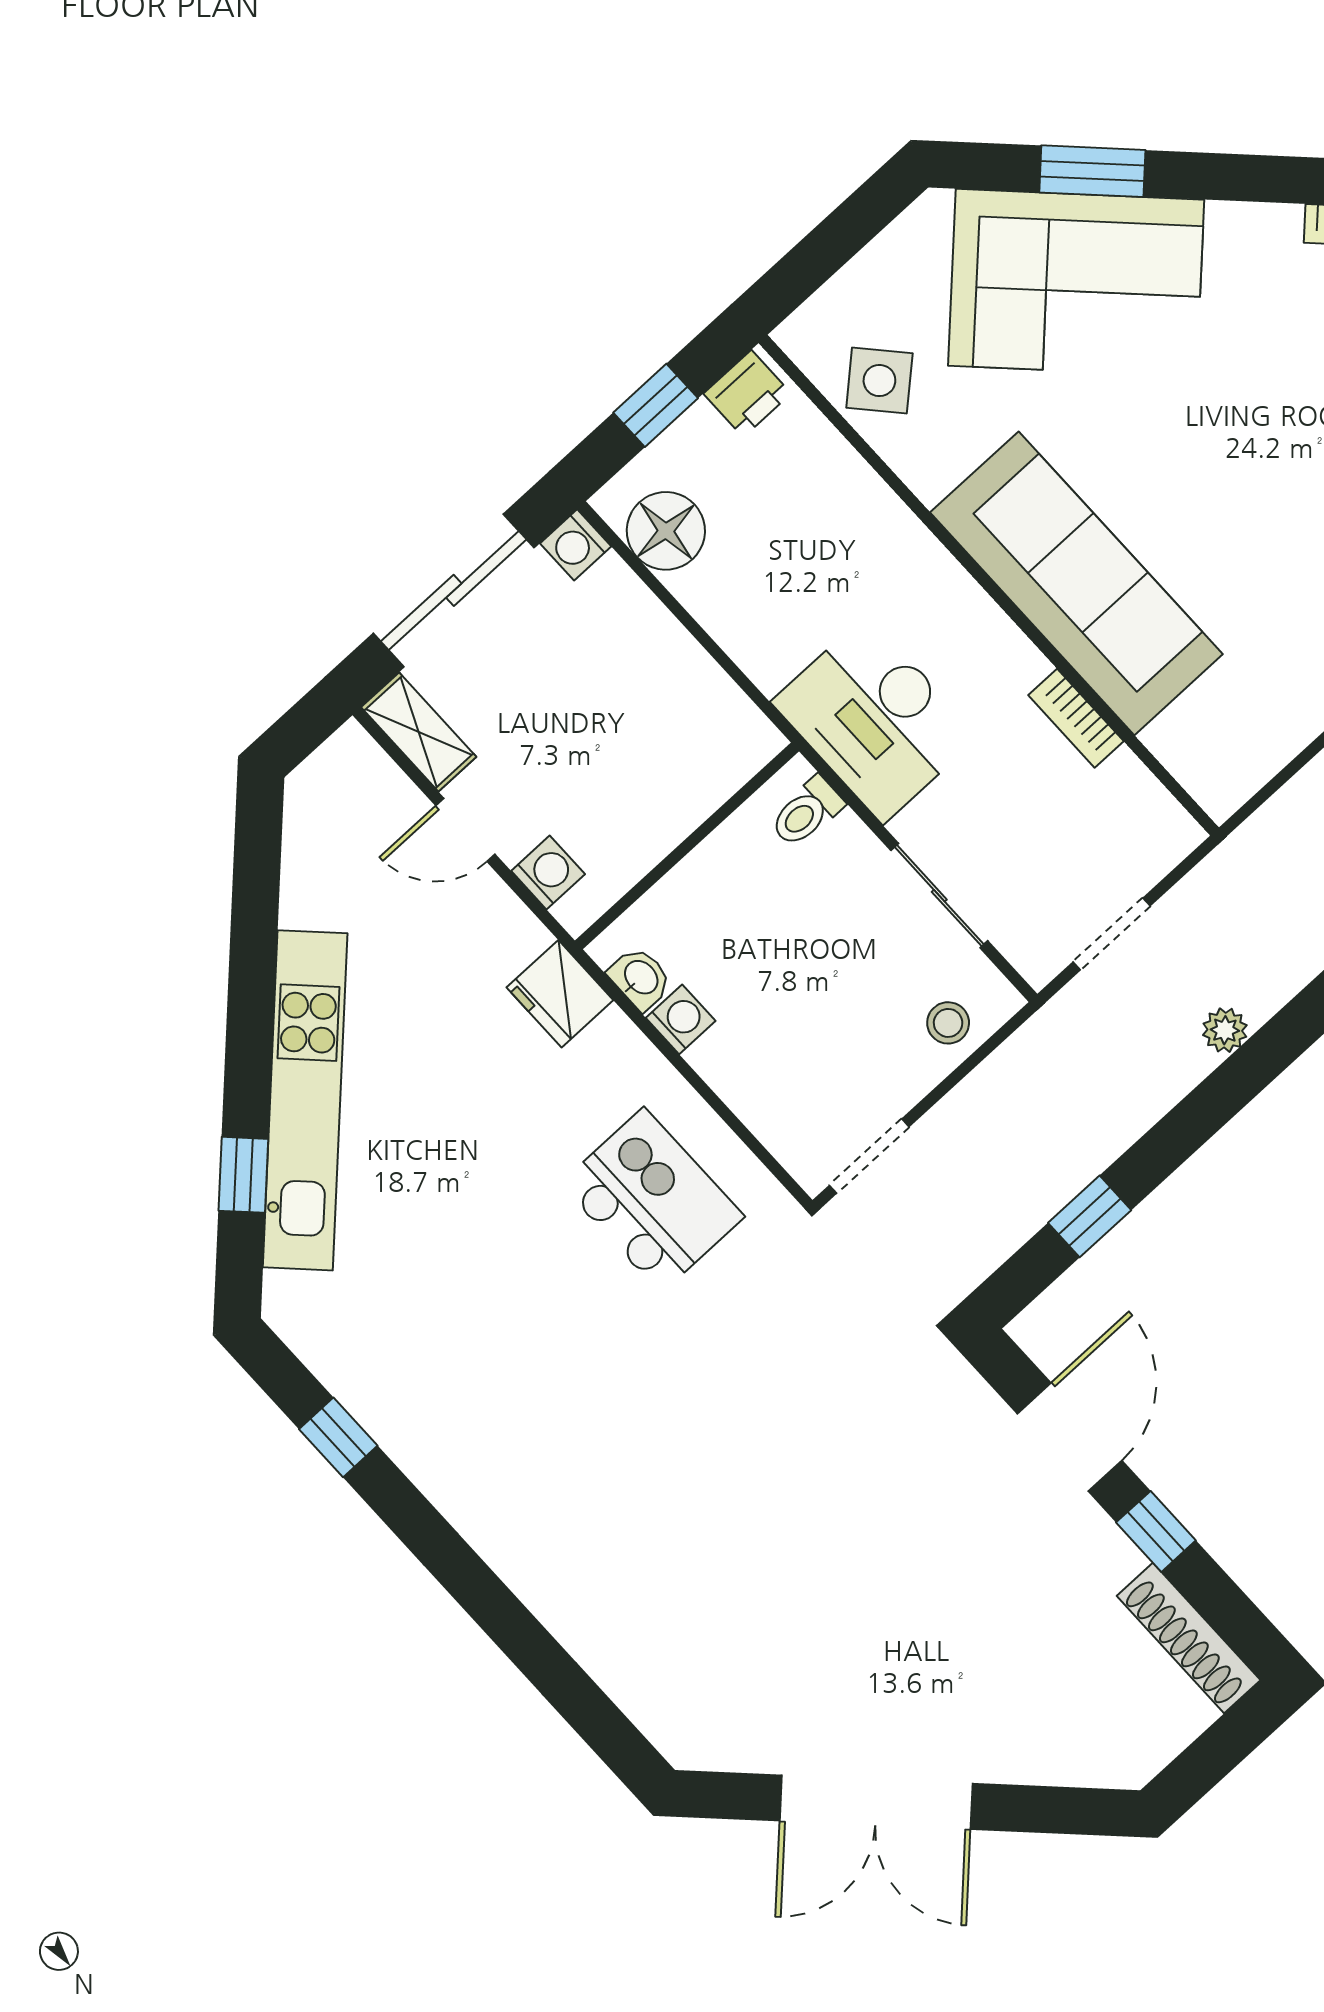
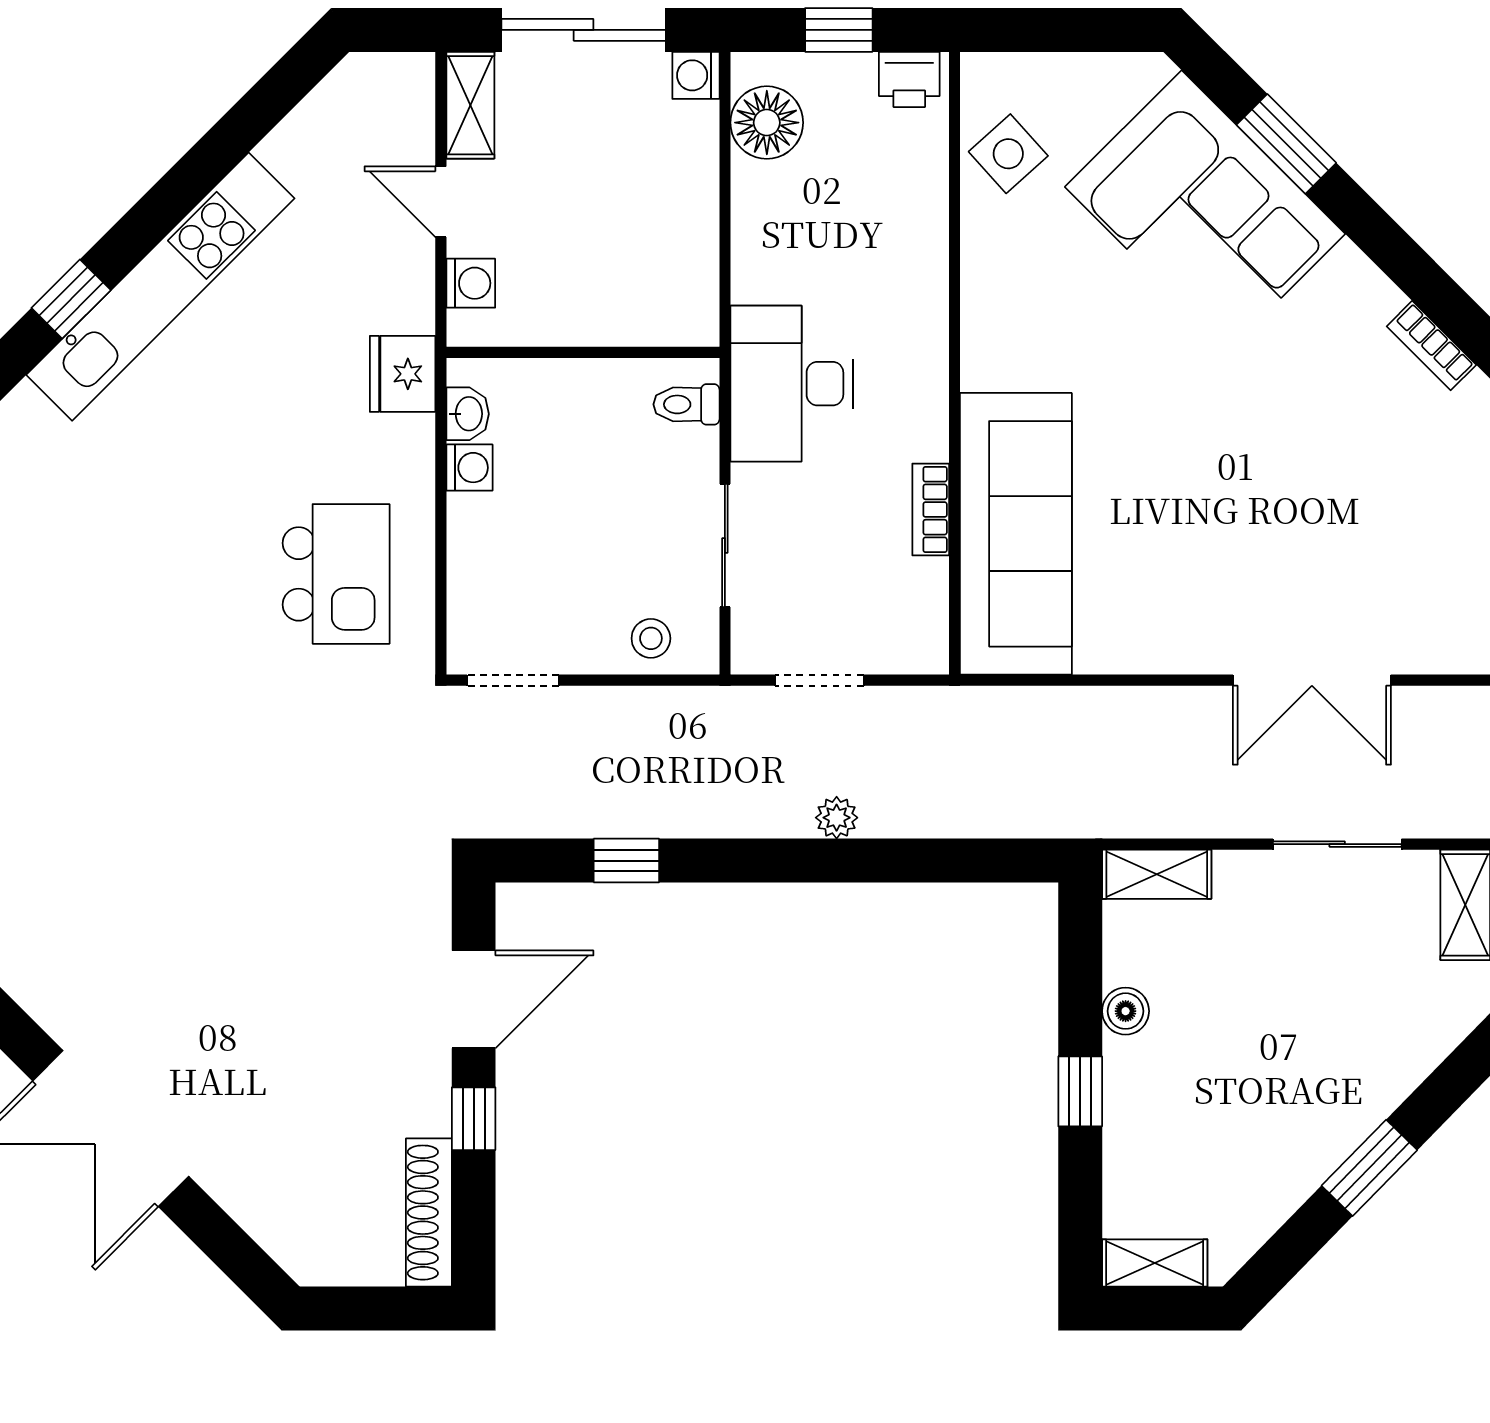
sofa: (1076, 583) -> (1016, 534), moved

